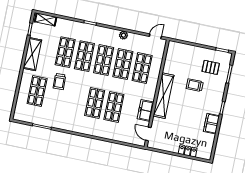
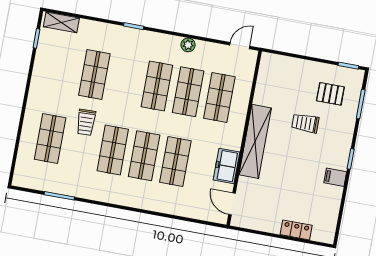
shelving: (32, 54) -> (41, 79), removed
shop shelf: (84, 56) -> (113, 150), moved
filing cabinet: (211, 124) -> (335, 177), width x0.50

